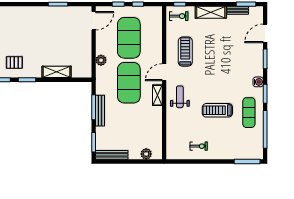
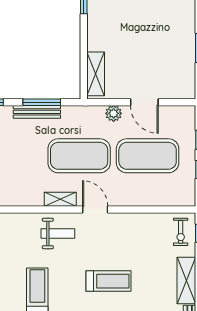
door: (94, 21) -> (144, 102), moved
treadmill: (185, 52) -> (108, 281), moved
shelving: (57, 72) -> (96, 74), moved

